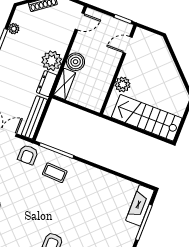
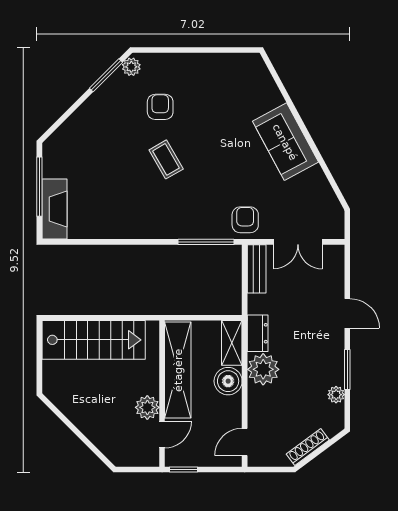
shelving: (103, 80) -> (178, 370), added
plant: (123, 85) -> (147, 407), moved
bench: (34, 117) -> (257, 269), width x0.73
coffee table: (55, 173) -> (166, 159), moved, turned 58

